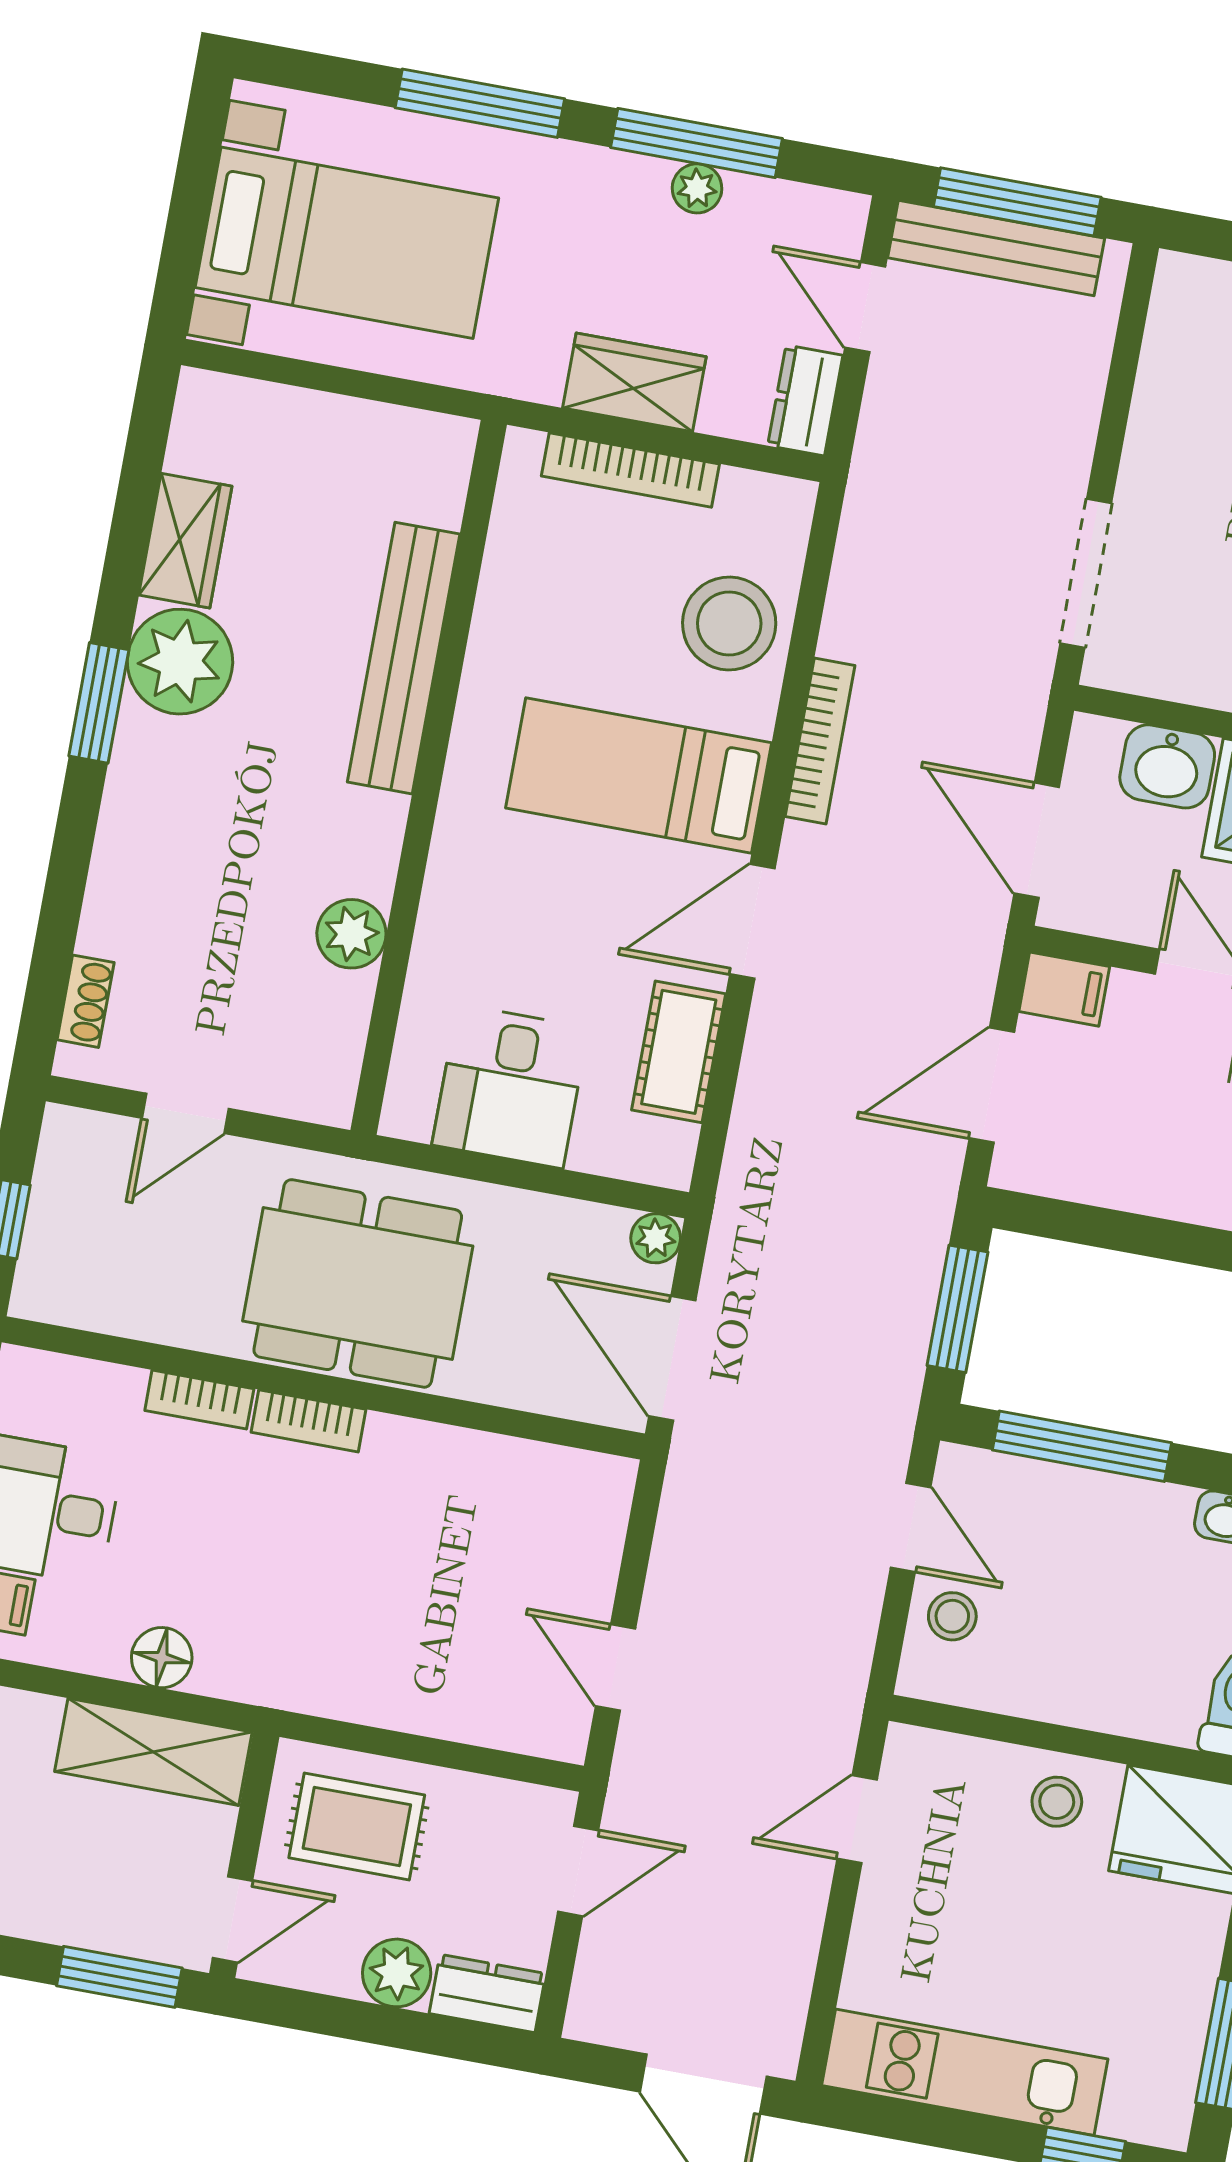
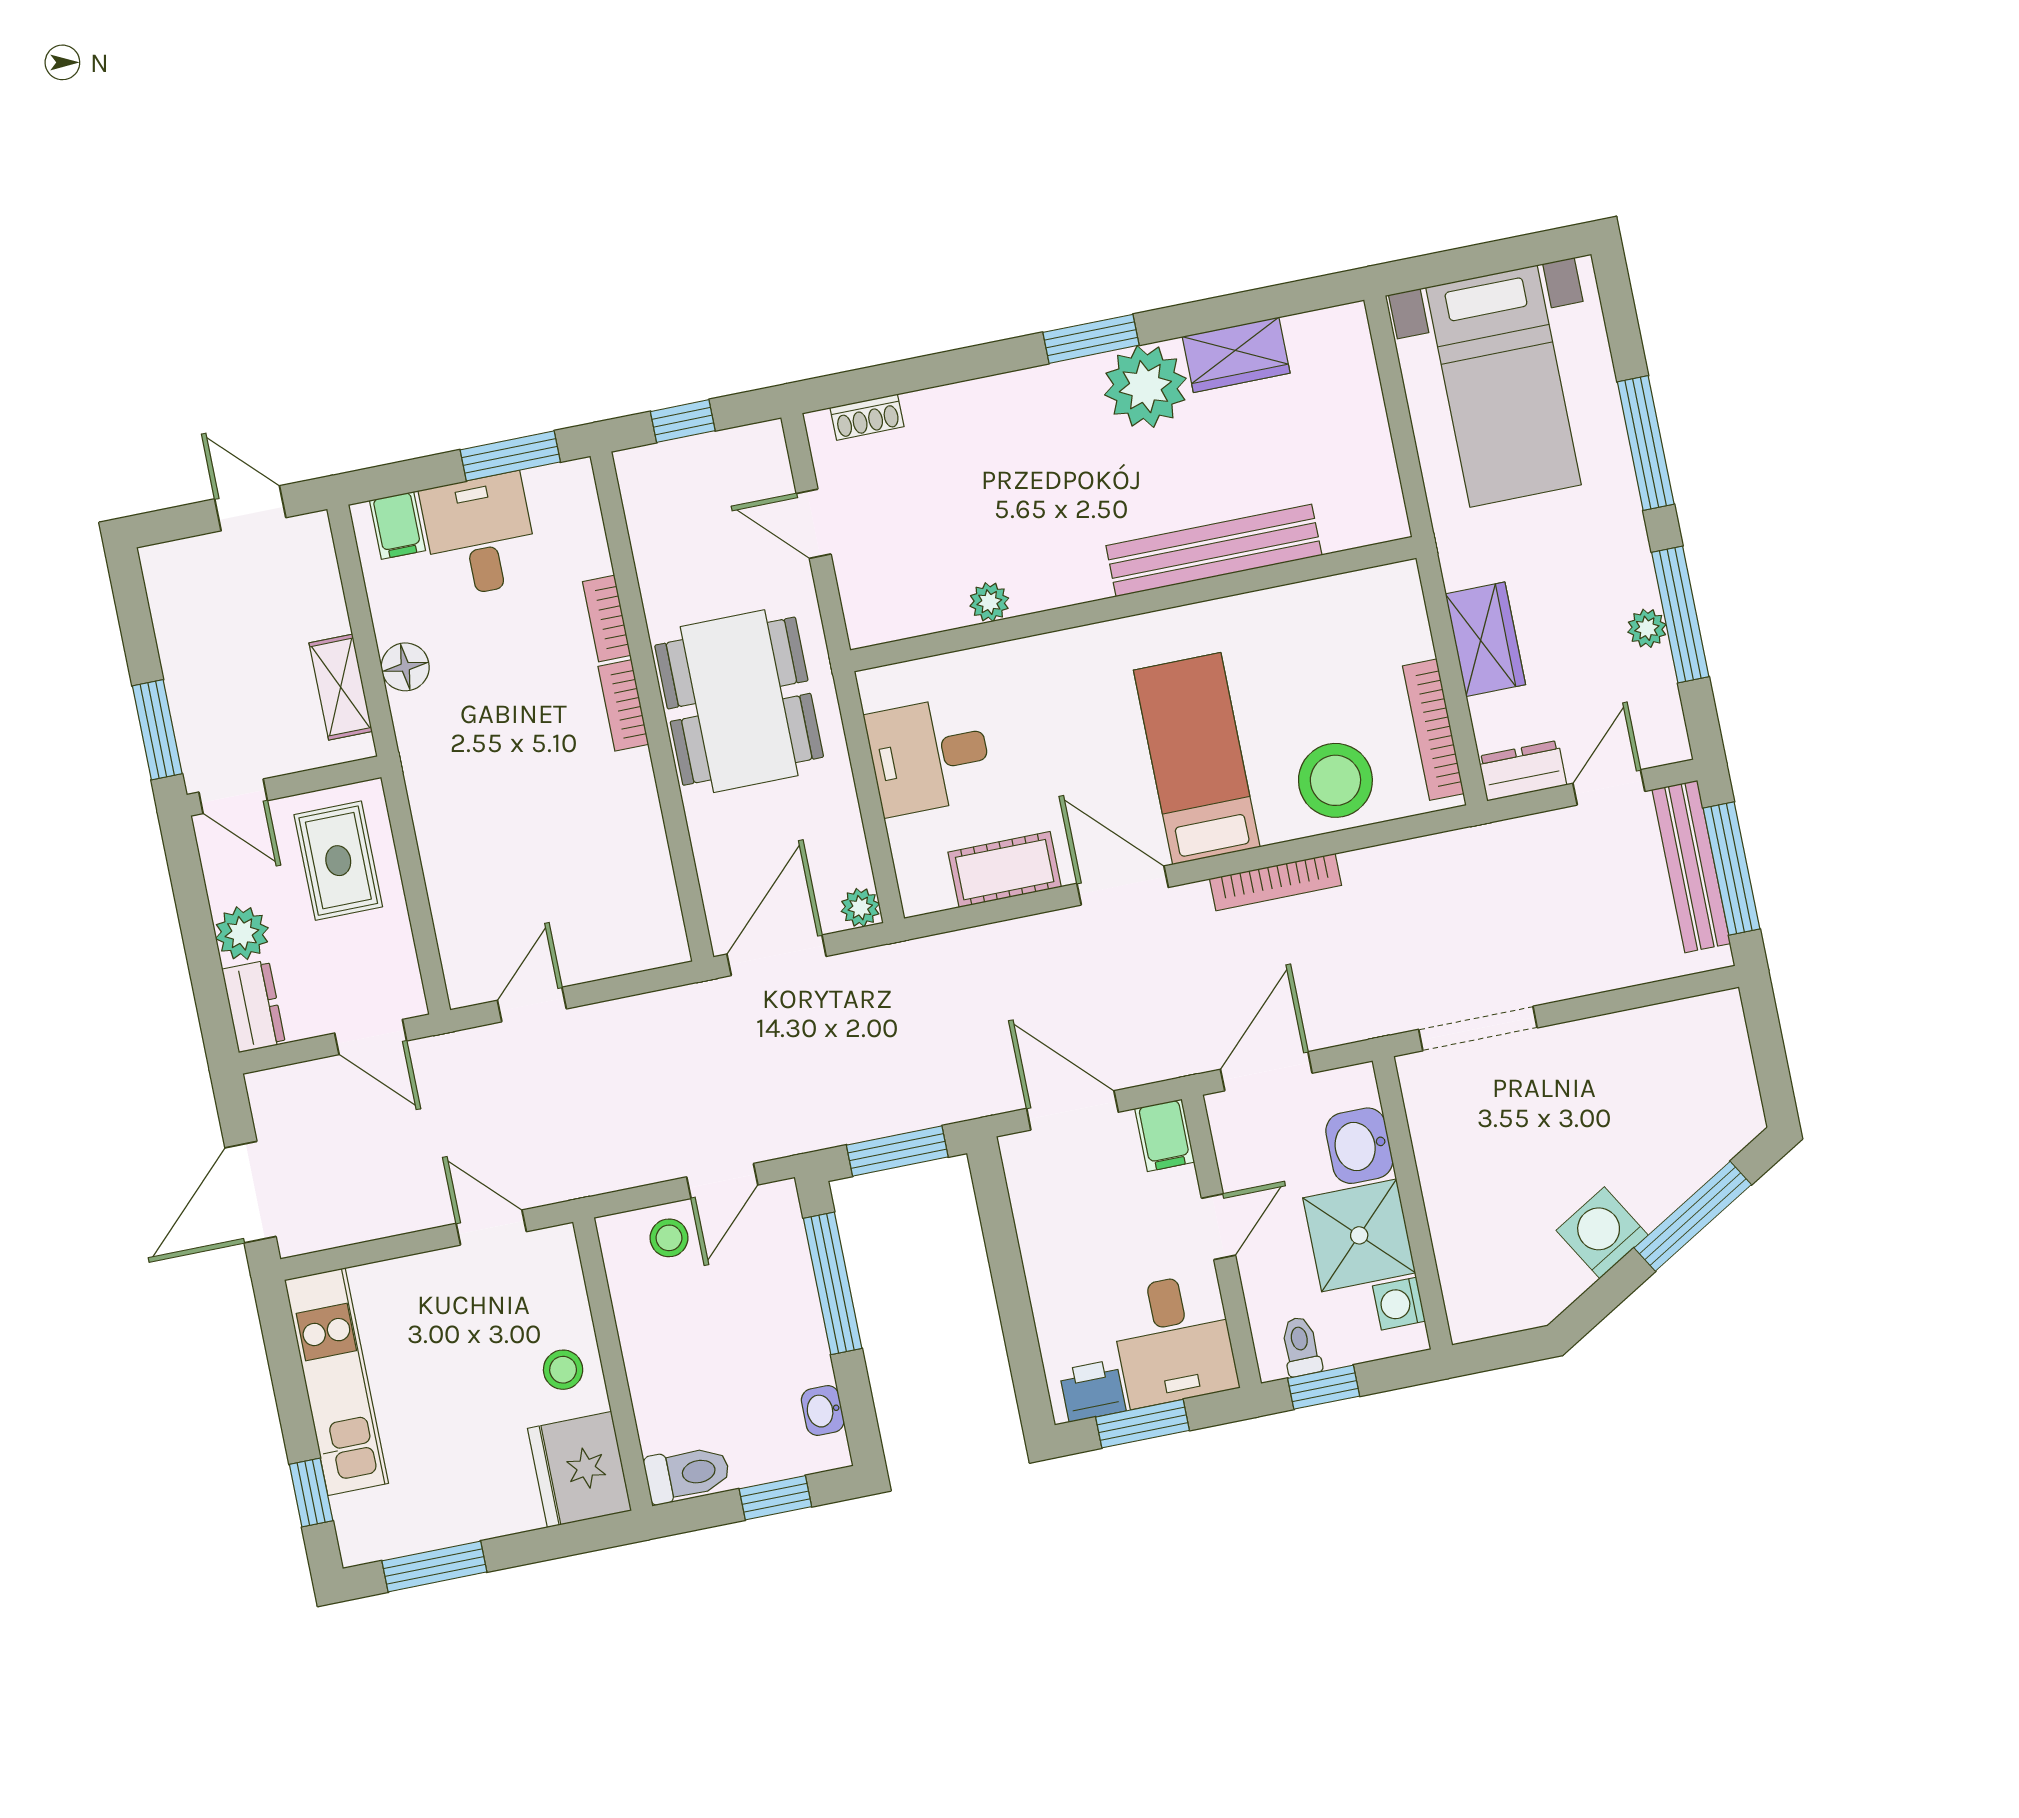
bookcase: (630, 470) -> (1433, 730), moved
plant: (351, 934) -> (989, 602), width x0.73, depth x0.73
shelving: (153, 1752) -> (341, 687), width x0.67, depth x0.75

